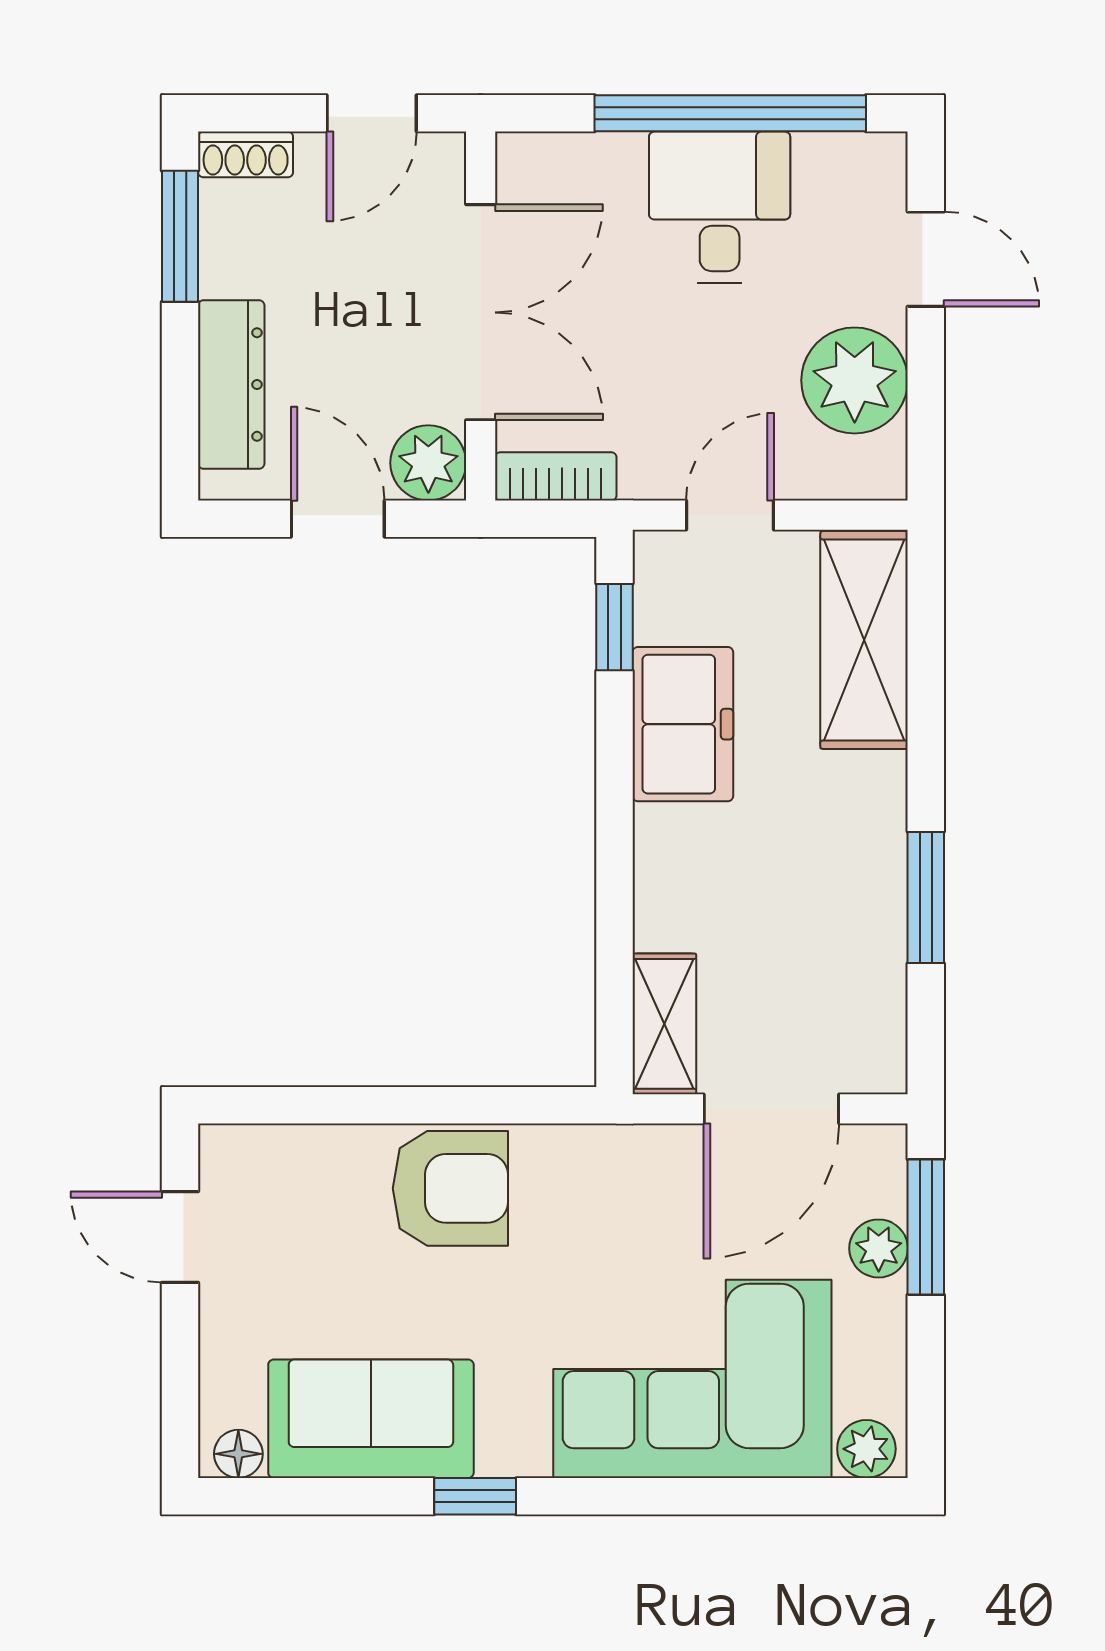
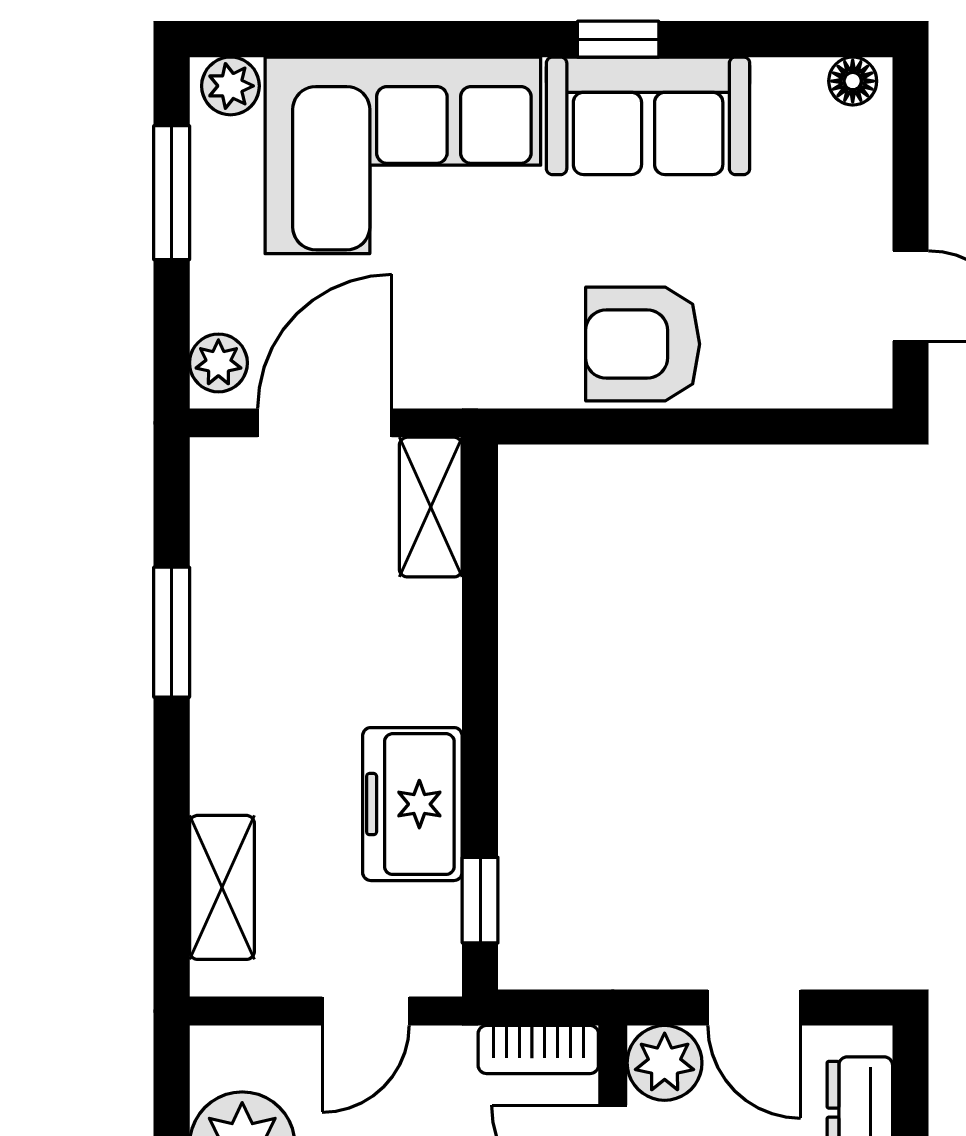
shelving: (864, 640) -> (222, 887), width x0.67, depth x0.75
window: (926, 1227) -> (172, 193), moved
plant: (879, 1248) -> (218, 363), moved
sofa: (371, 1419) -> (648, 116), moved

